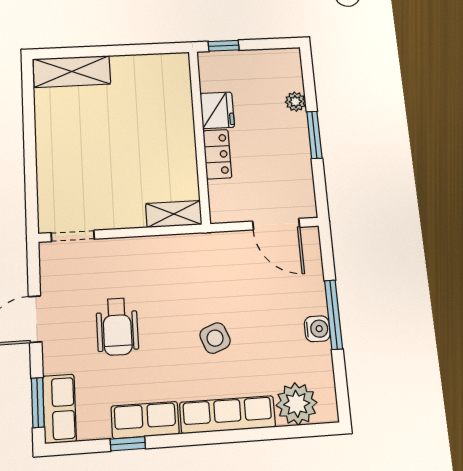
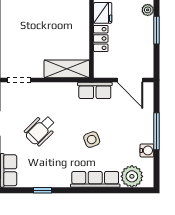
shelving: (174, 214) -> (67, 69), width x1.50, depth x1.33
wheelchair: (117, 327) -> (40, 130), turned 45
water cooler: (317, 329) -> (147, 150), moved
row of seats: (145, 420) -> (95, 90), moved, turned 180

